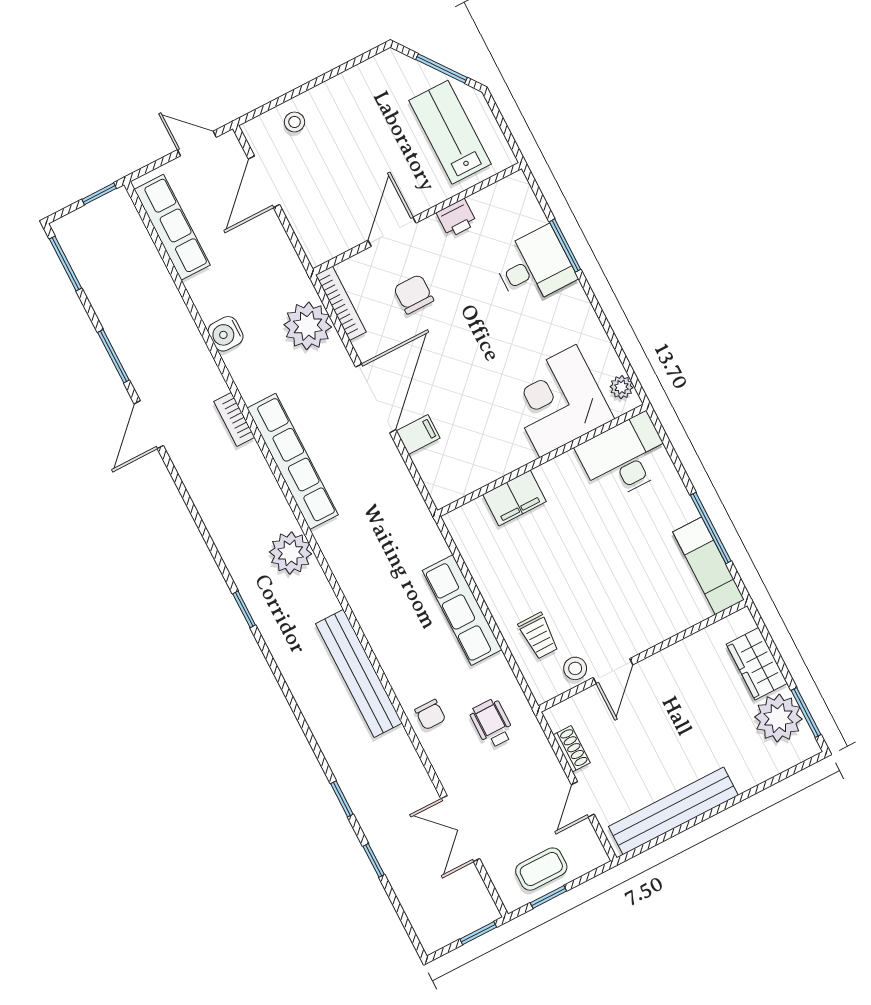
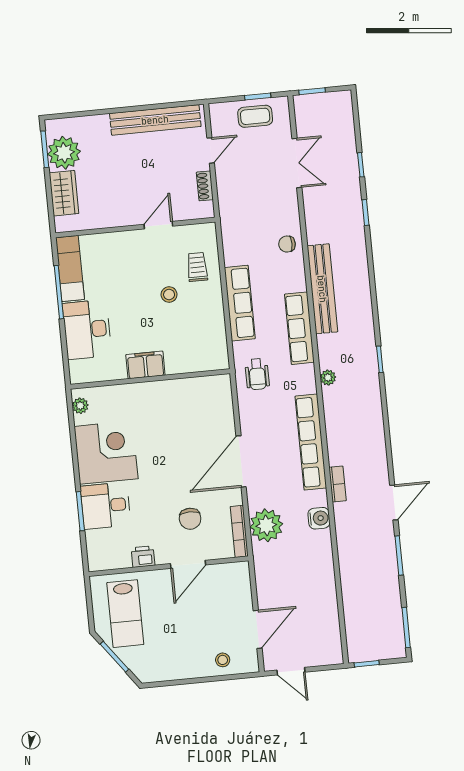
row of seats: (172, 227) -> (299, 328), moved
water cooler: (226, 334) -> (319, 518), moved
corner desk: (558, 401) -> (106, 453), moved, turned -90
filing cabinet: (418, 435) -> (223, 427), removed
desk: (625, 457) -> (87, 330), moved, turned 90
filing cabinet: (514, 498) -> (145, 365), moved
plant: (291, 553) -> (328, 378), width x0.53, depth x0.53
stool: (575, 668) -> (169, 295), moved
chair: (430, 715) -> (287, 244), turned -90
wheelchair: (492, 723) -> (257, 374), moved

